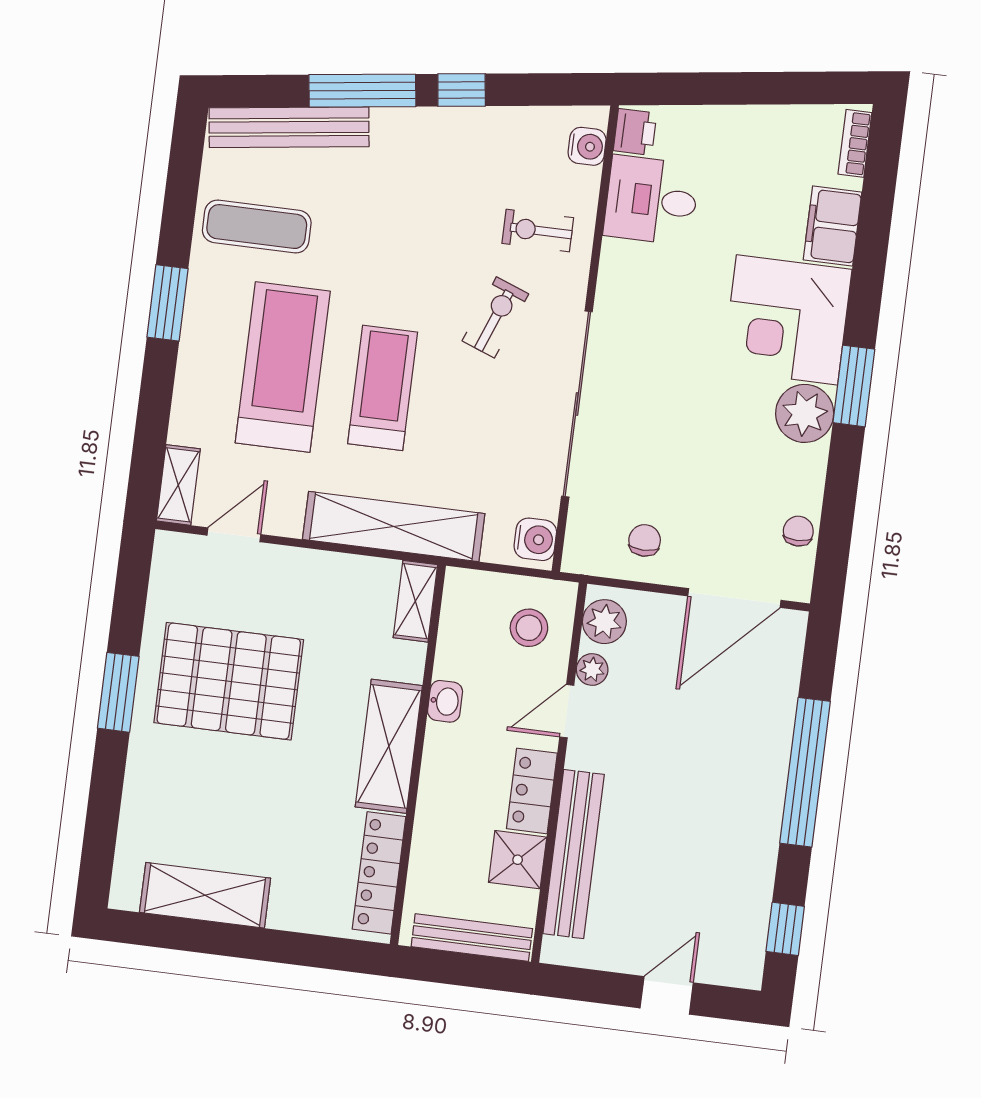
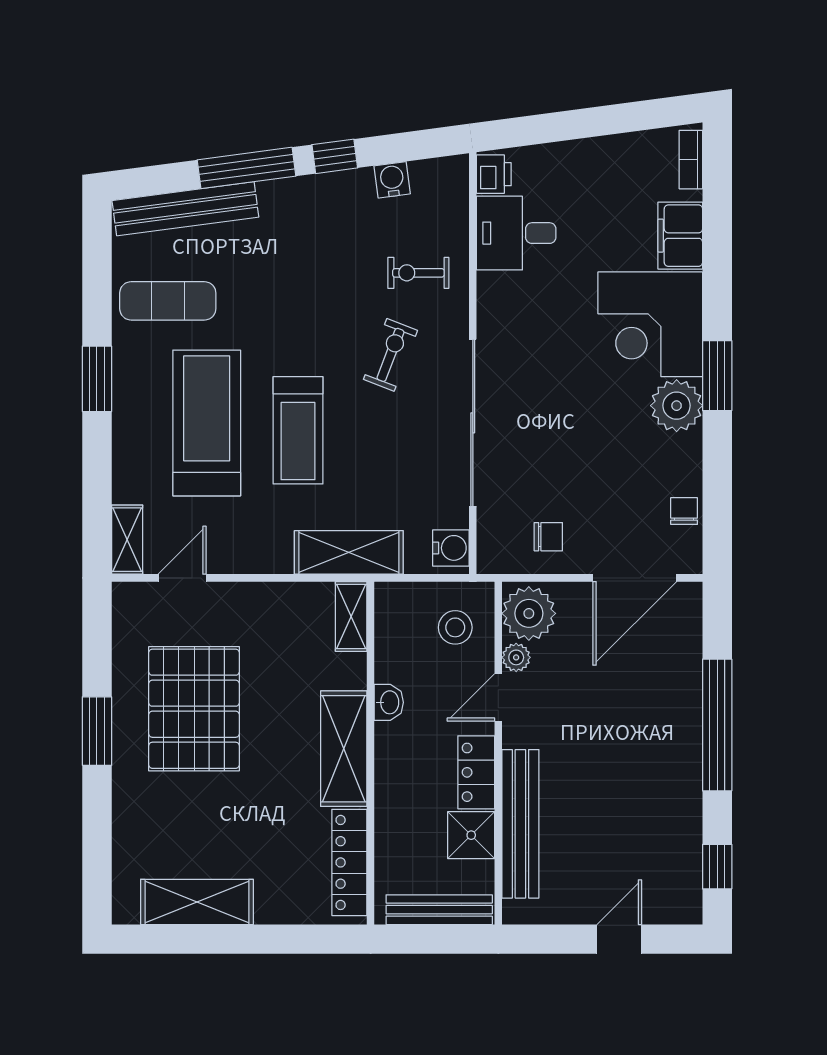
water cooler: (587, 146) -> (392, 180), moved, turned -98
treadmill: (383, 388) -> (298, 430), turned 180
shelving: (394, 527) -> (349, 552), width x0.68
chair: (645, 540) -> (548, 537), turned 90
plant: (604, 622) -> (529, 613), width x1.36, depth x1.36
pallet: (229, 681) -> (194, 709), turned 90

